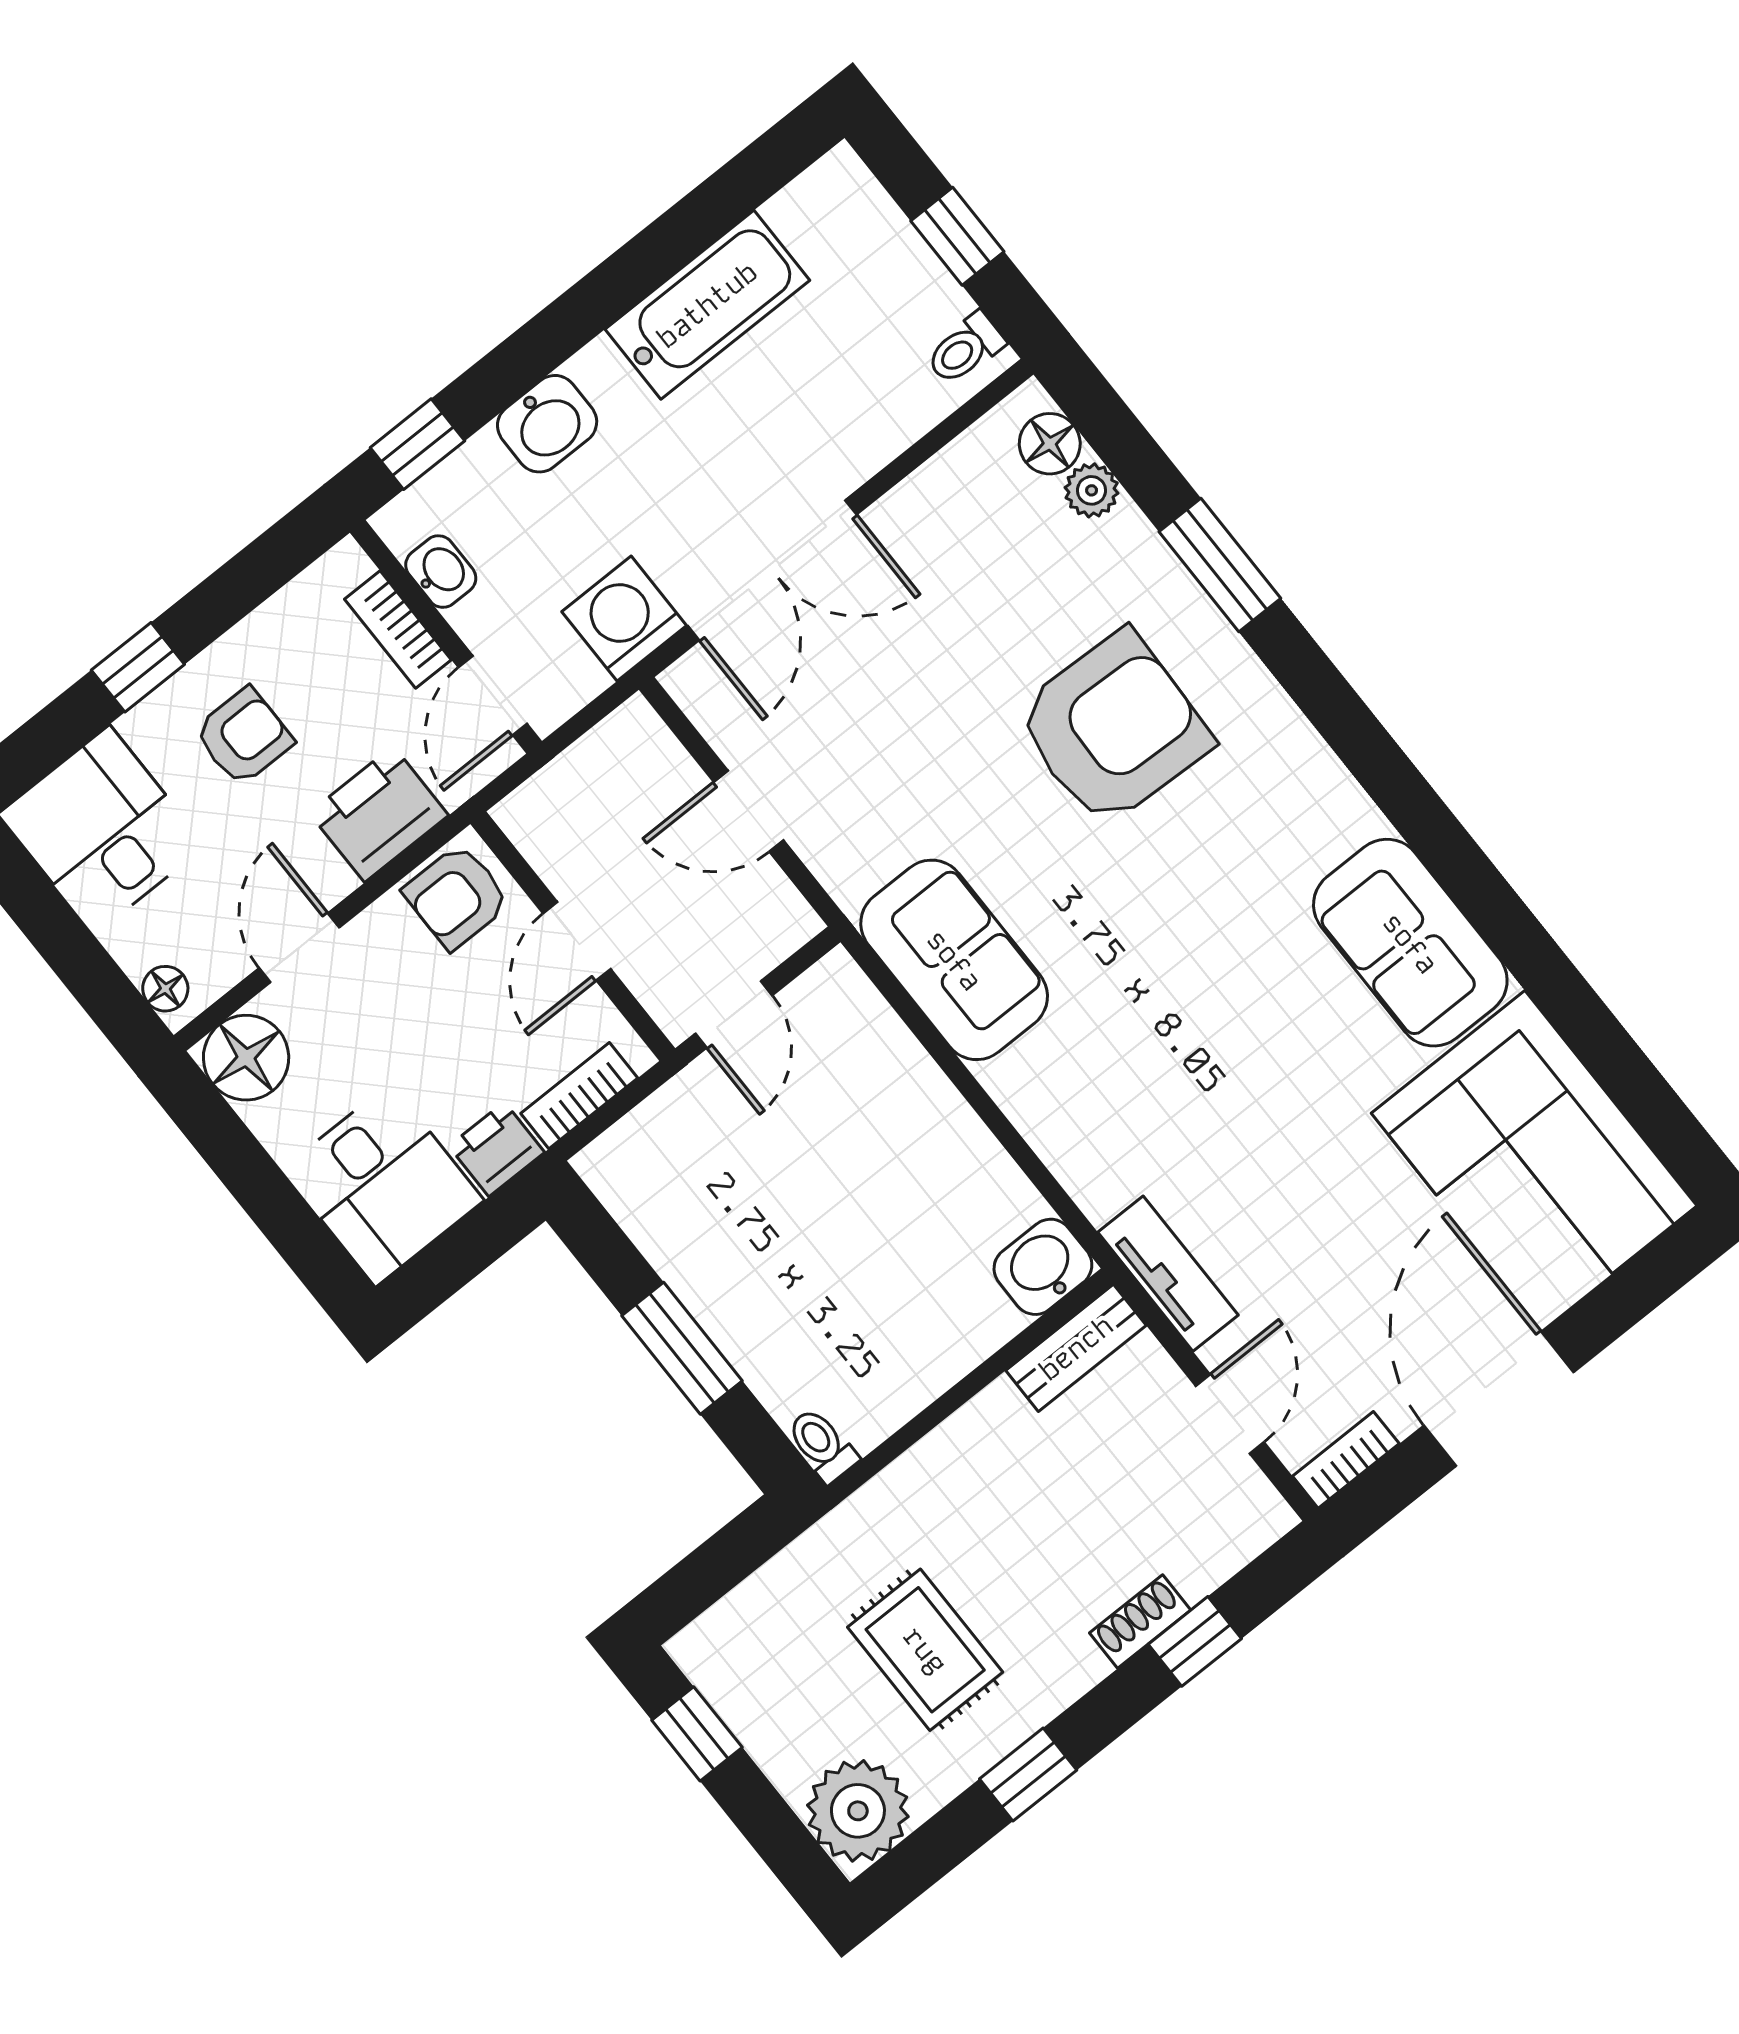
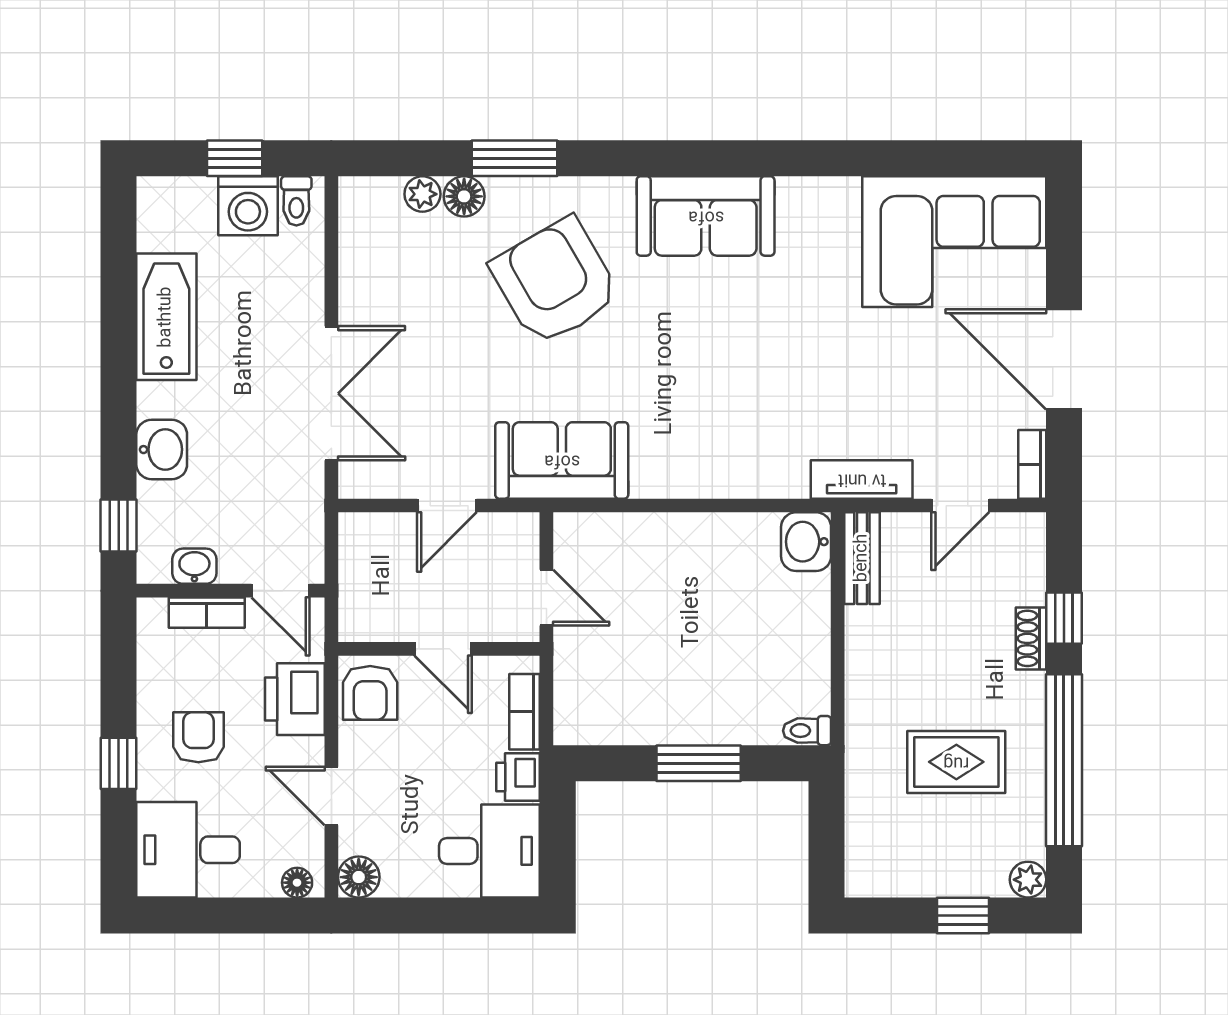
floor lamp: (1050, 444) -> (464, 196), moved
washing machine: (624, 619) -> (248, 206), moved, turned -90
armchair: (1113, 728) -> (555, 282), turned -32
sofa: (1410, 943) -> (706, 216), moved
sofa: (954, 960) -> (562, 460), moved
floor lamp: (246, 1058) -> (359, 877), width x0.73, depth x0.73
door: (1230, 1414) -> (960, 506), swing flipped
window: (697, 1734) -> (963, 916), moved
window: (1028, 1775) -> (1064, 760), width x3.17
plant: (858, 1811) -> (1028, 880), width x0.53, depth x0.53

